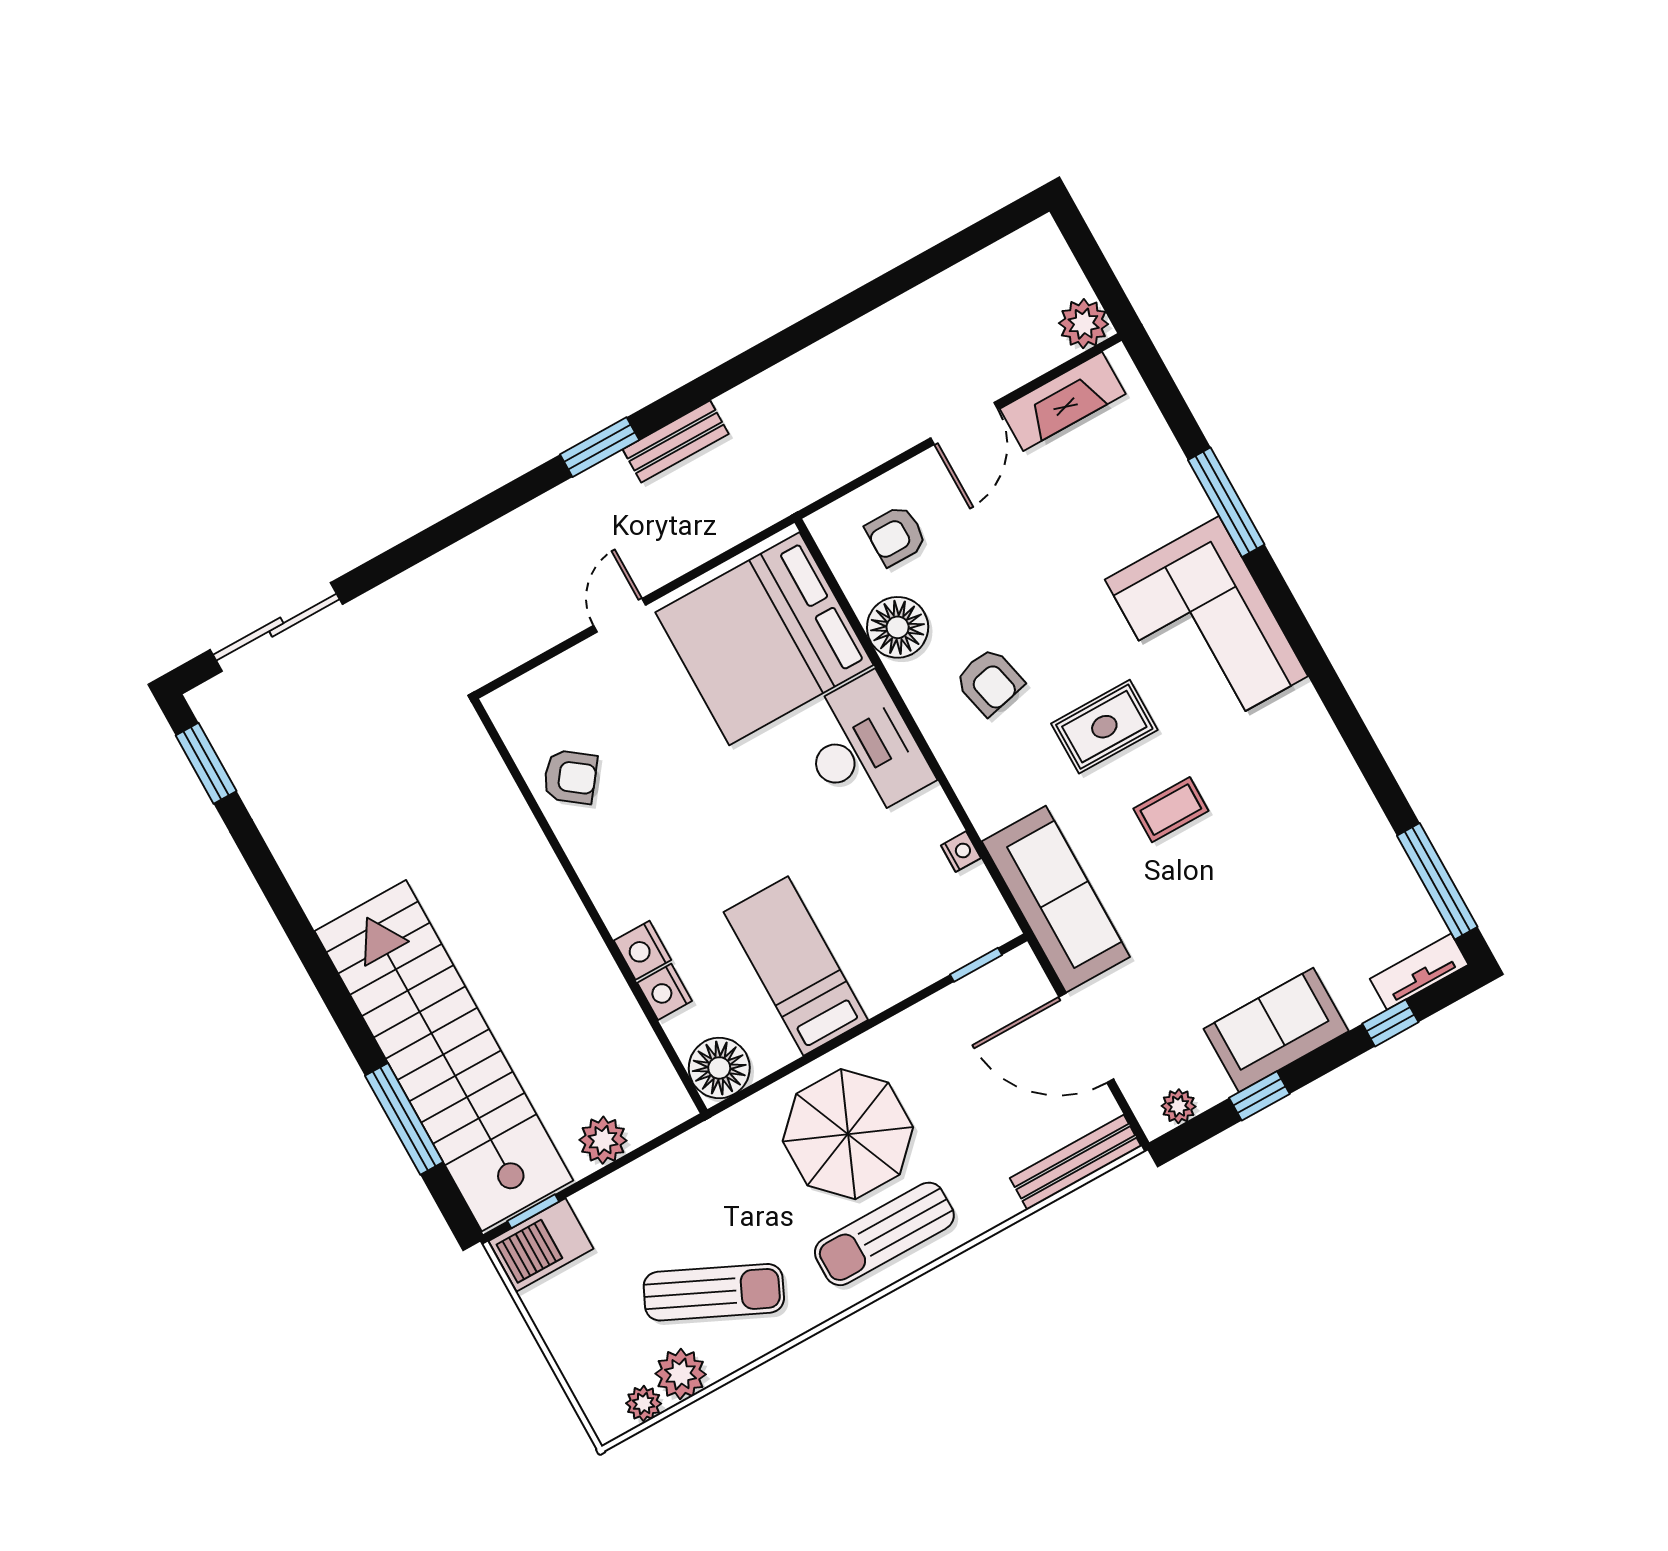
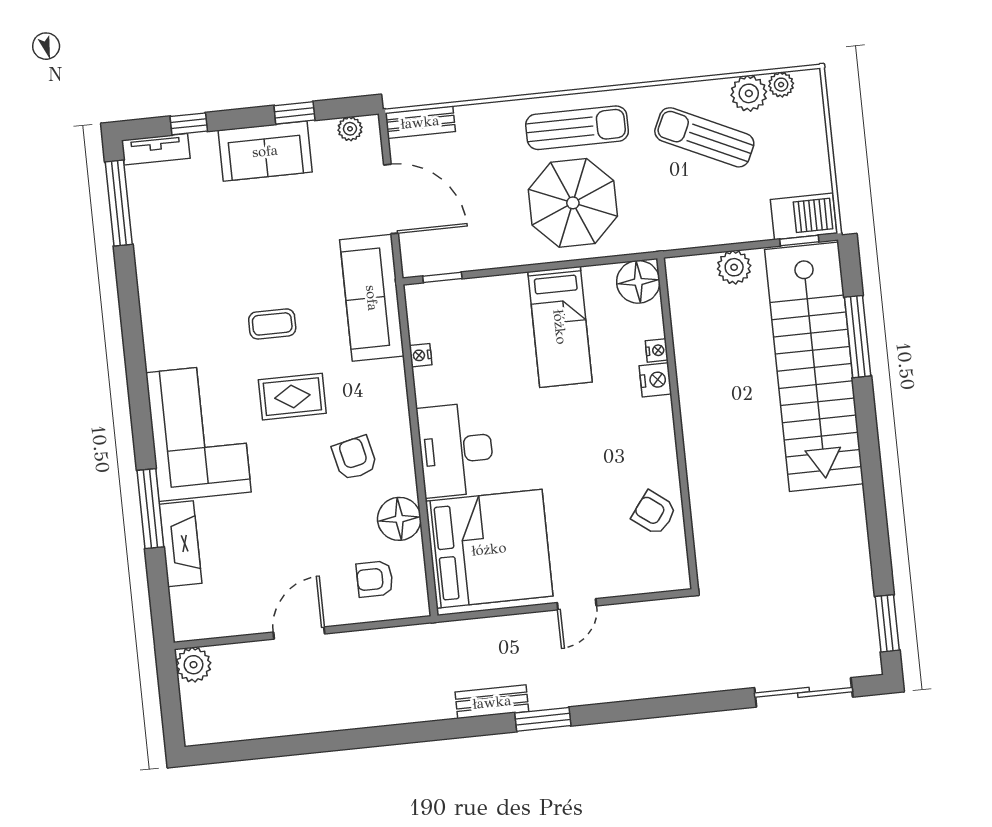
fireplace: (1063, 401) -> (180, 544), moved, turned 90
armchair: (896, 536) -> (375, 579), turned 180
nightstand: (665, 992) -> (657, 350), width x0.72, depth x0.74
bench: (1076, 1162) -> (420, 122), width x0.73

